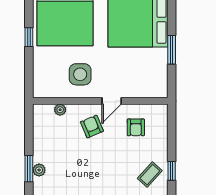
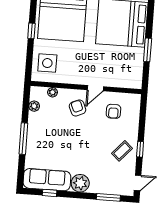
side table: (80, 74) -> (47, 63), moved
window: (29, 169) -> (23, 139), width x1.44
plant: (39, 170) -> (34, 106), moved

